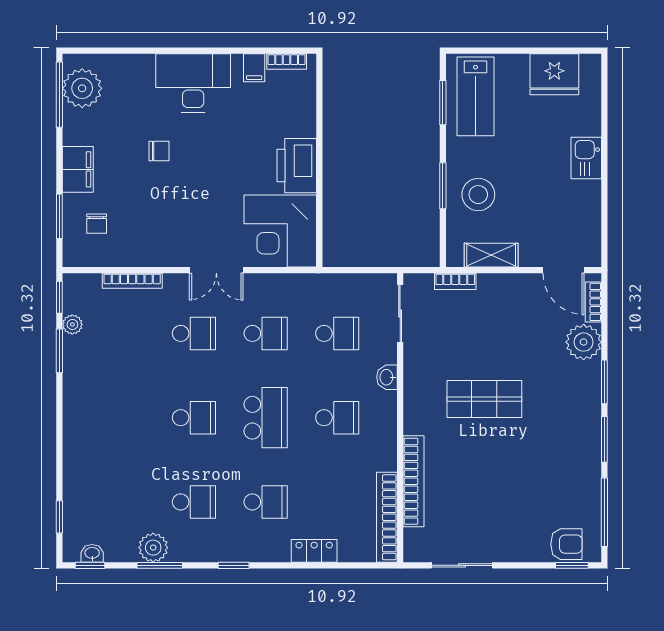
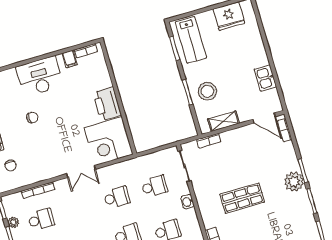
kitchen sink: (586, 158) -> (265, 78), moved
school desk: (194, 333) -> (41, 219), moved
plant: (584, 342) -> (294, 182), moved

